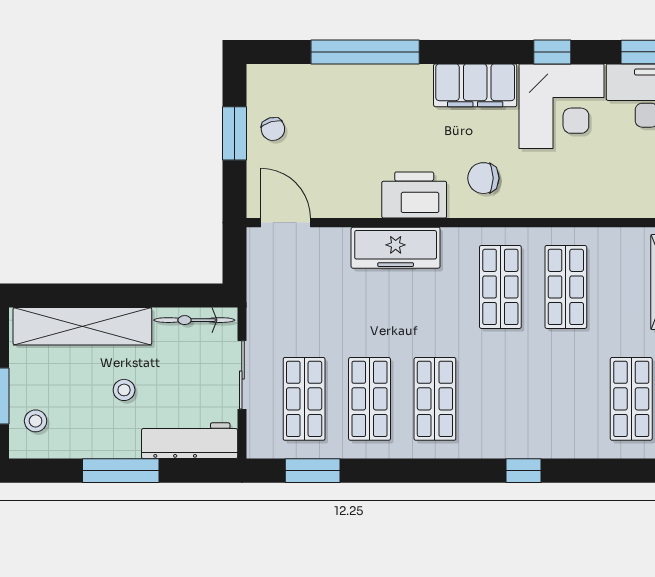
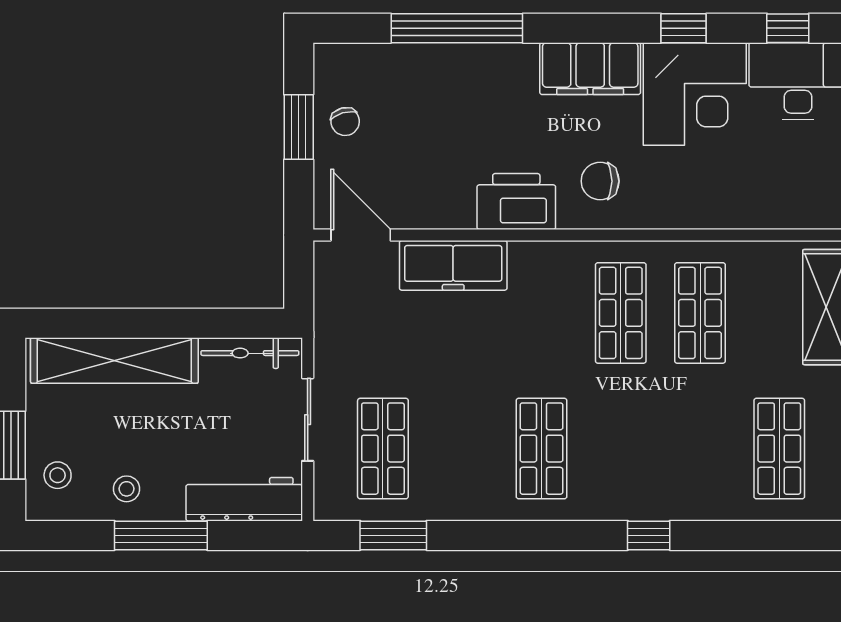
freezer: (396, 248) -> (453, 265), moved
stool: (124, 390) -> (127, 489), moved
shop shelf: (370, 399) -> (462, 449), removed

